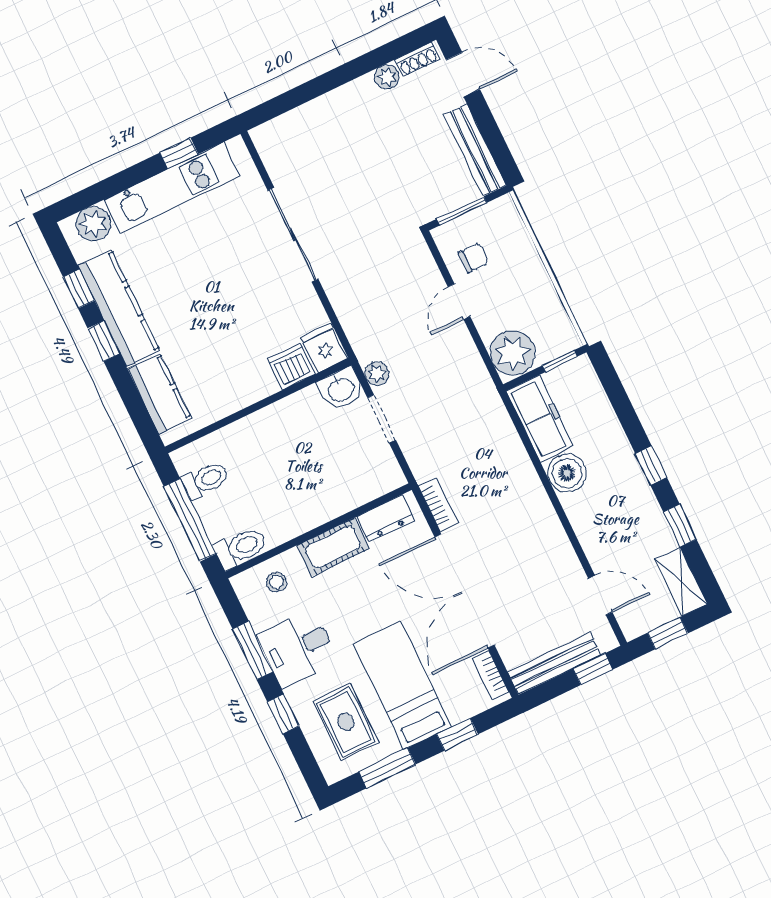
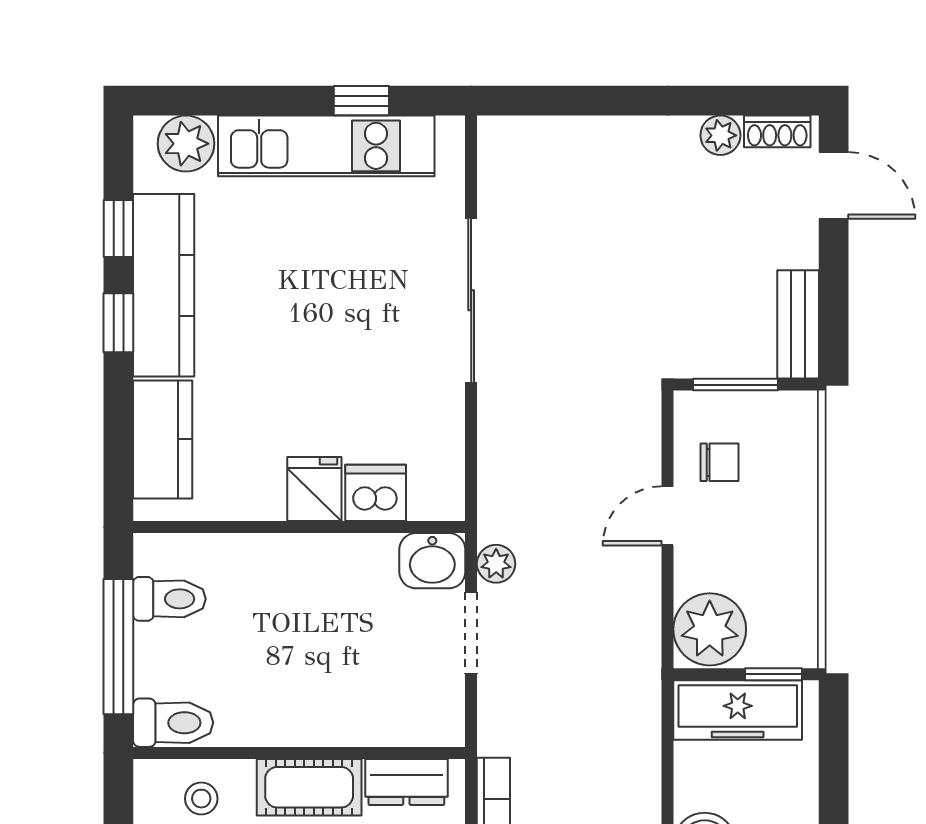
bench: (475, 150) -> (798, 324), width x0.73
fridge: (324, 348) -> (314, 489), moved
freezer: (540, 419) -> (738, 710), moved, turned 90

